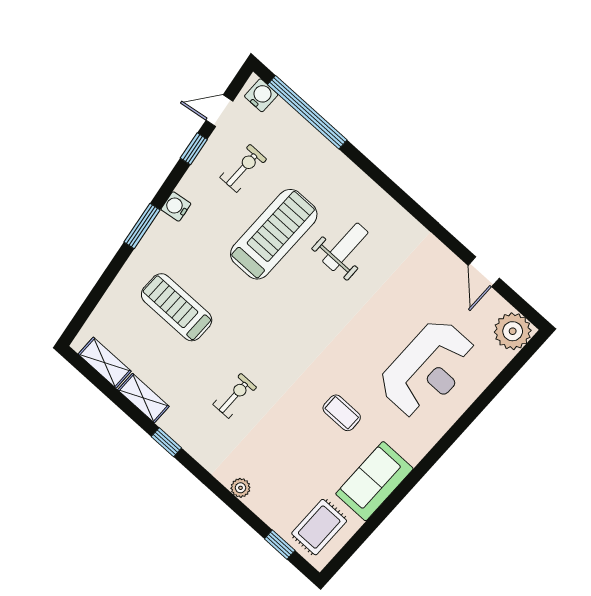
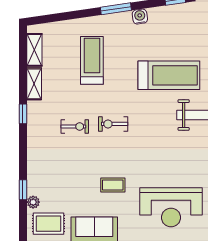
exercise bike: (243, 168) -> (113, 124), moved, turned 180
coffee table: (342, 413) -> (113, 185), turned 90
plant: (240, 488) -> (33, 202), moved
window: (280, 545) -> (23, 190), moved

